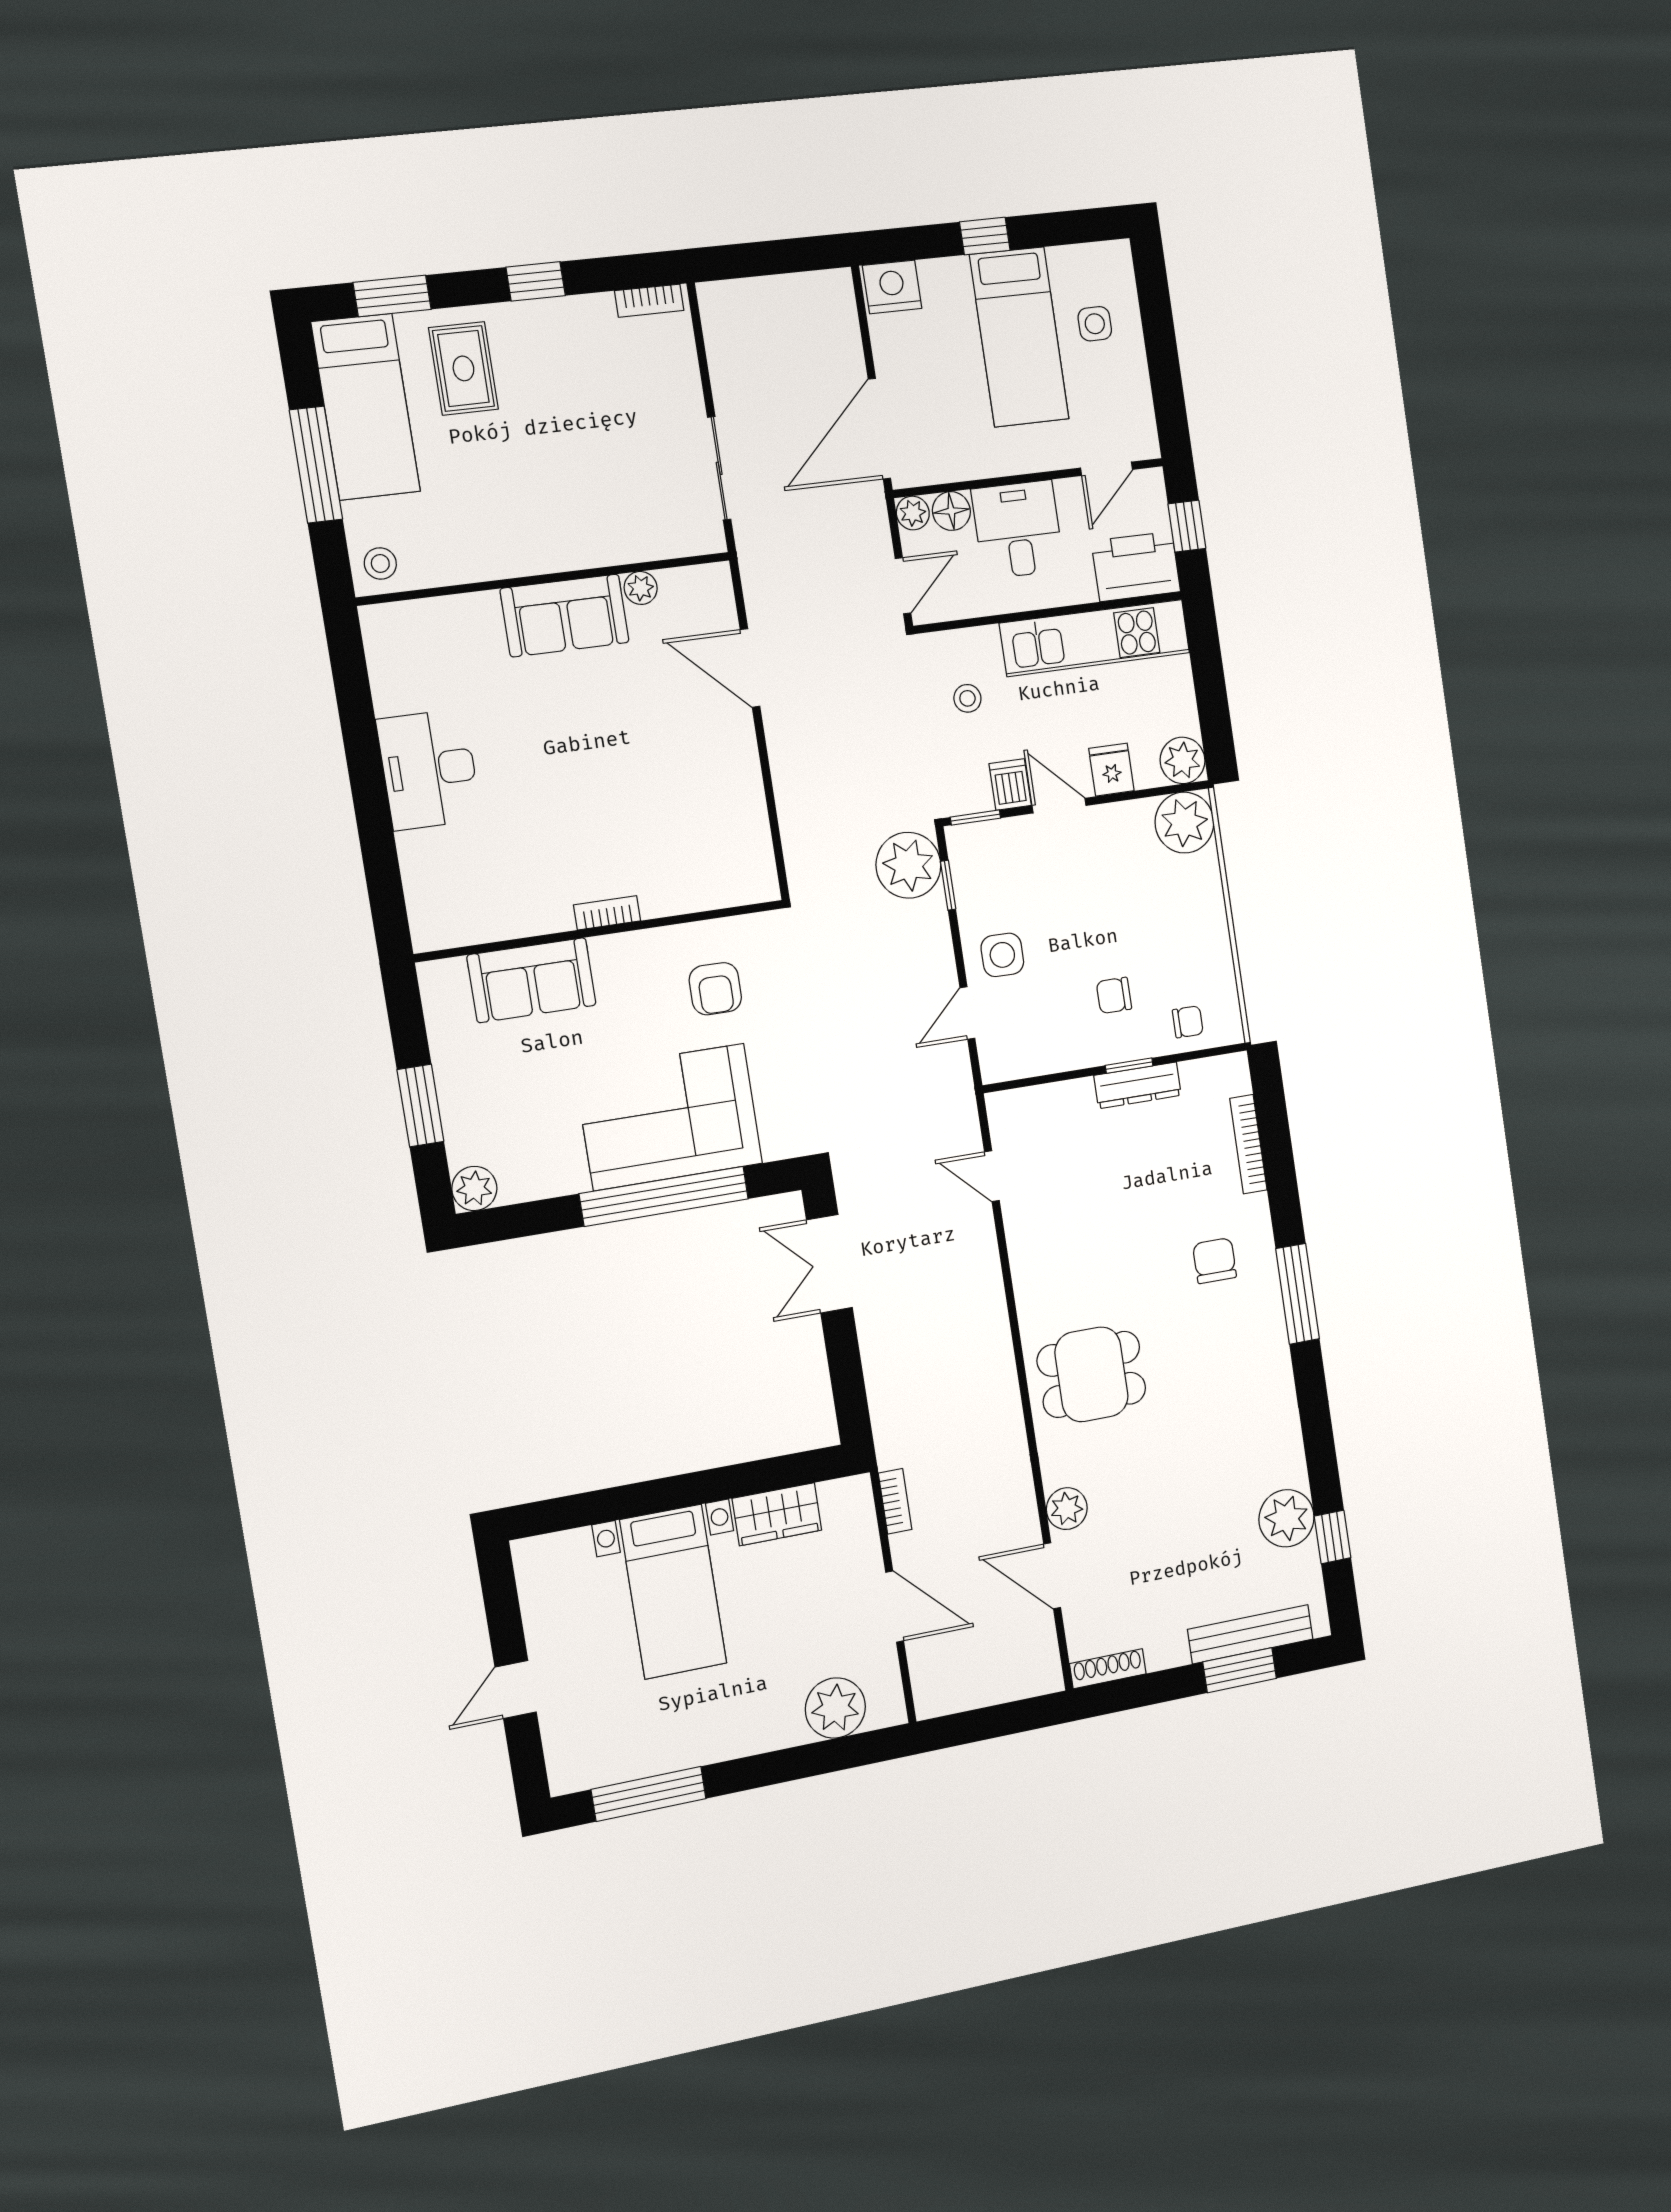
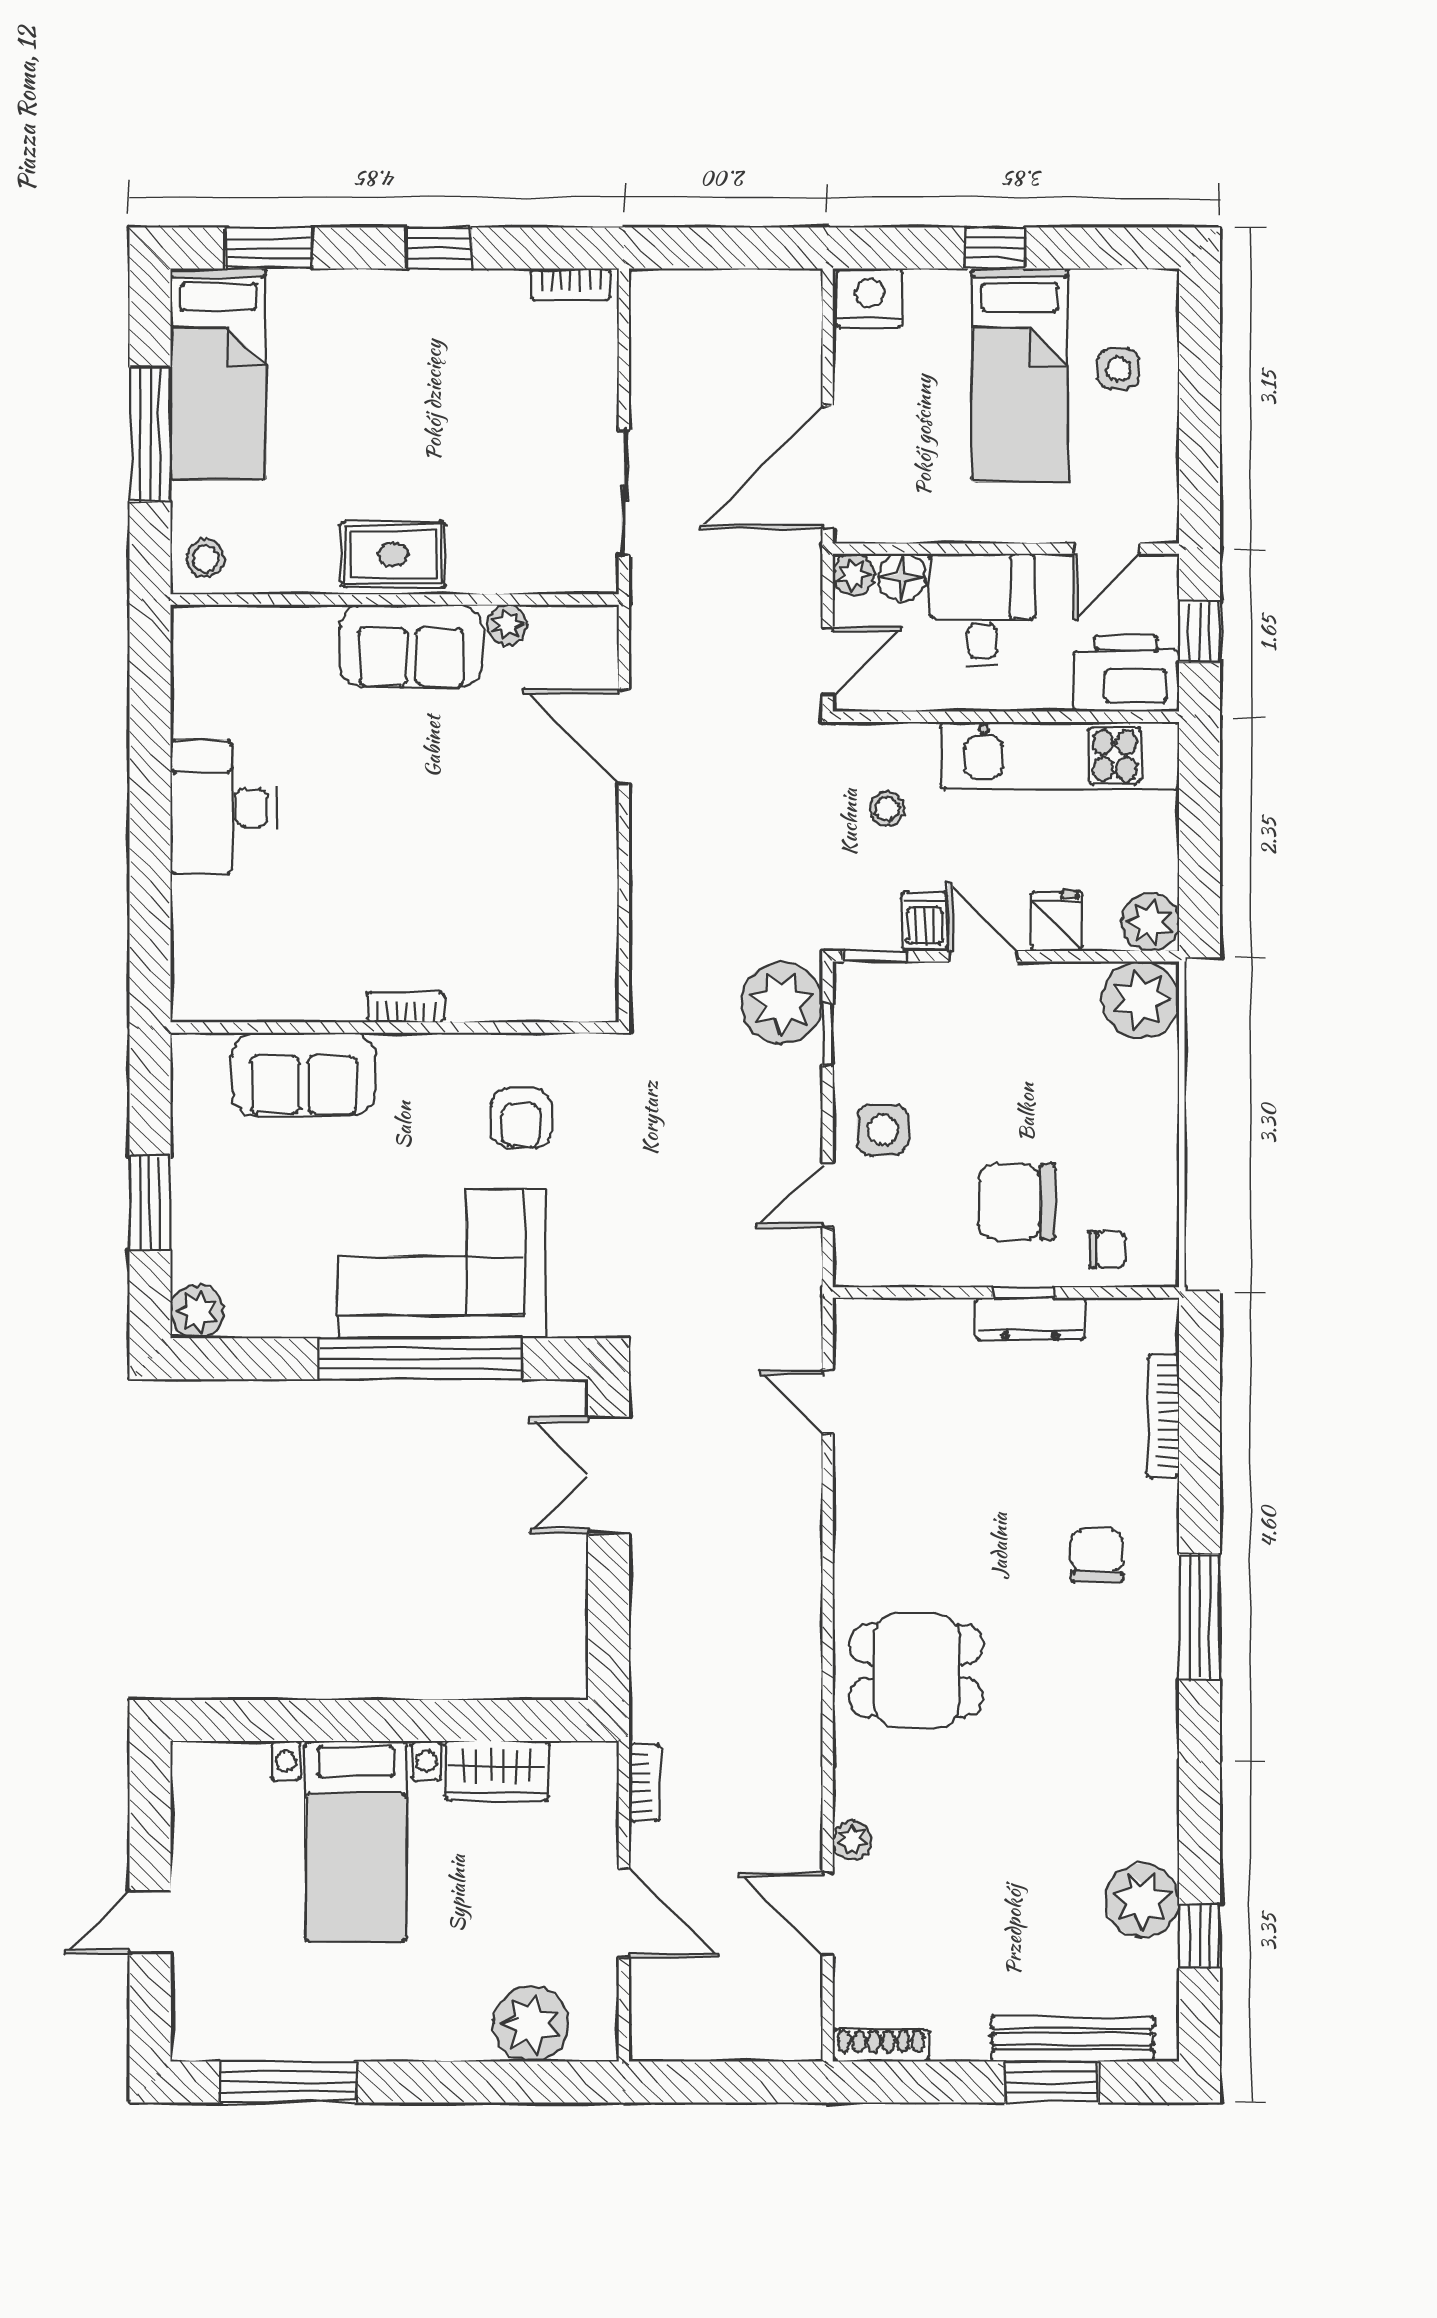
rug: (463, 368) -> (393, 554), moved, turned 90
chair: (1114, 995) -> (1017, 1202), width x1.87, depth x1.87
plant: (1067, 1509) -> (852, 1840), width x0.73, depth x0.73

